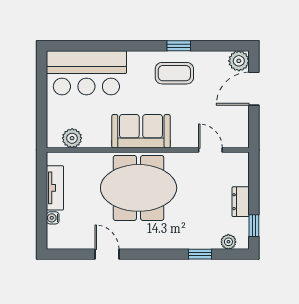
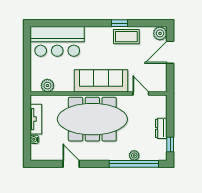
coffee table: (174, 73) -> (126, 37), moved
sofa: (141, 131) -> (101, 81), width x1.36
meeting table: (139, 188) -> (92, 119), width x1.36
plant: (228, 242) -> (134, 155), moved
window: (200, 254) -> (134, 164), width x3.17

